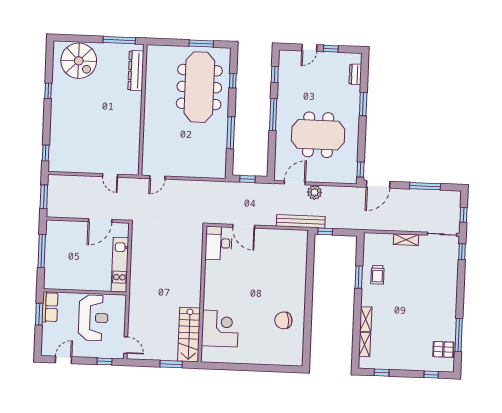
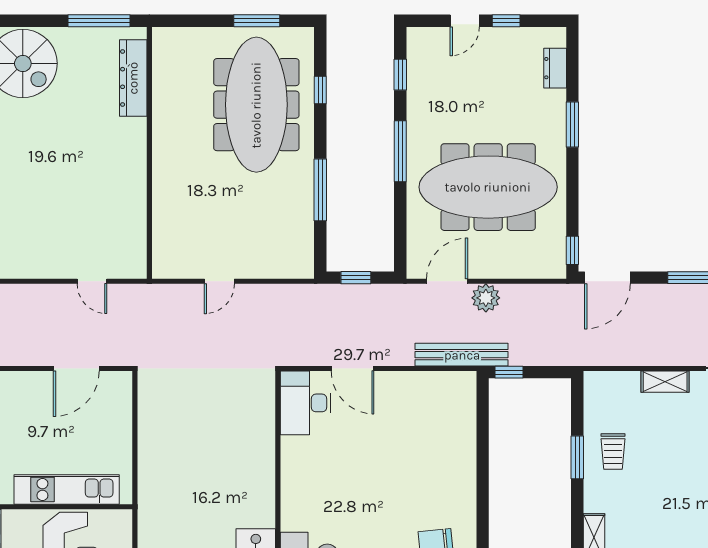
meeting table: (318, 135) -> (488, 187), width x1.36
door: (157, 177) -> (219, 281), moved
kitchen unit: (120, 265) -> (67, 489), moved, turned 90

